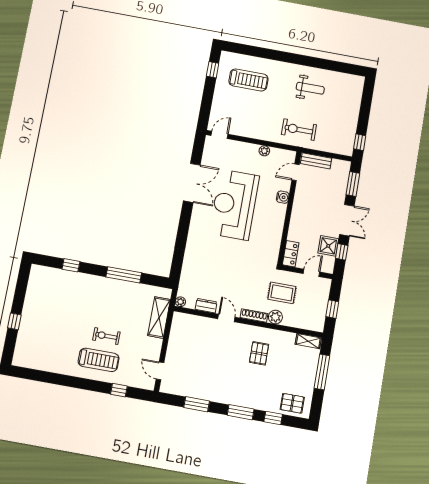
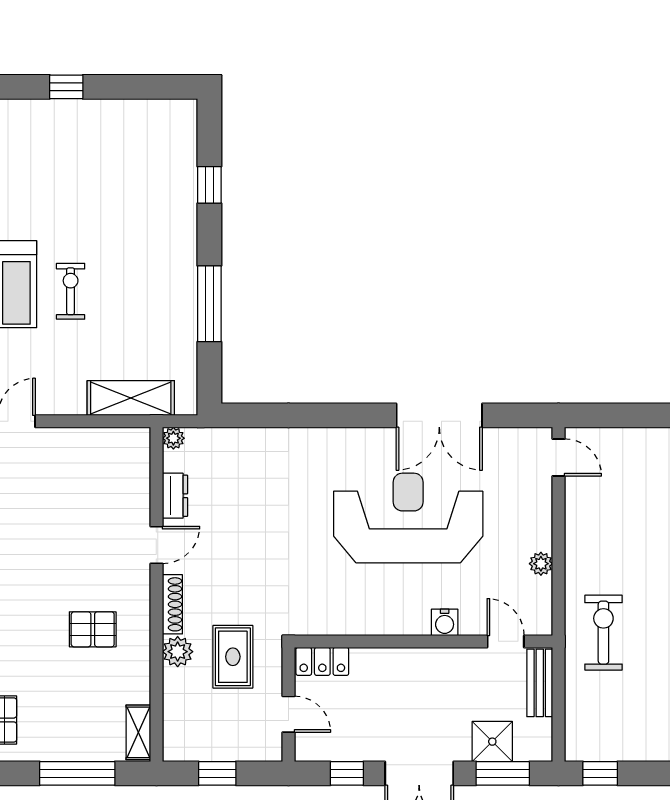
shower: (328, 246) -> (492, 742), moved

